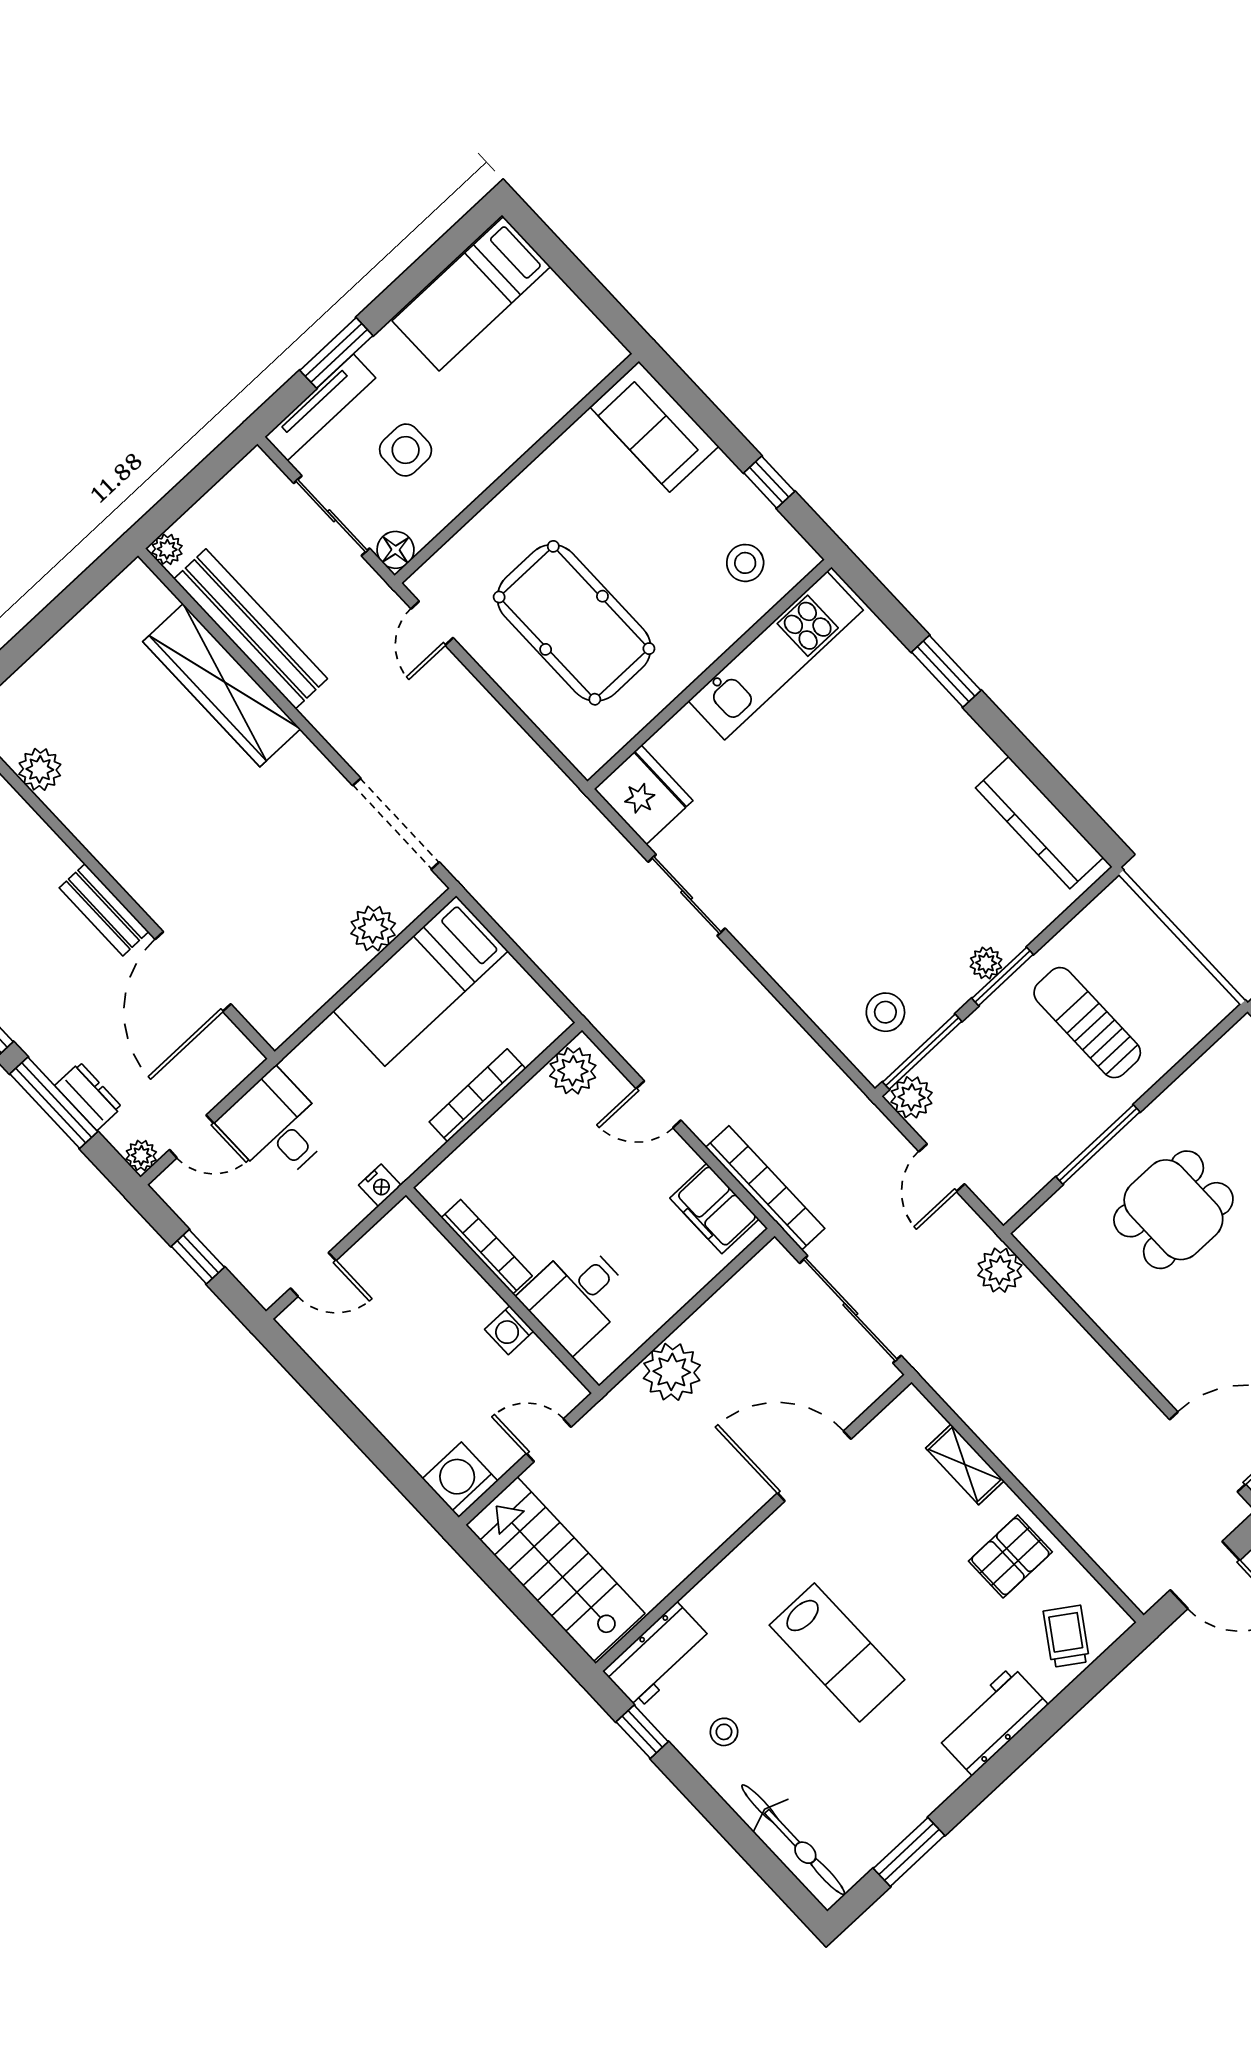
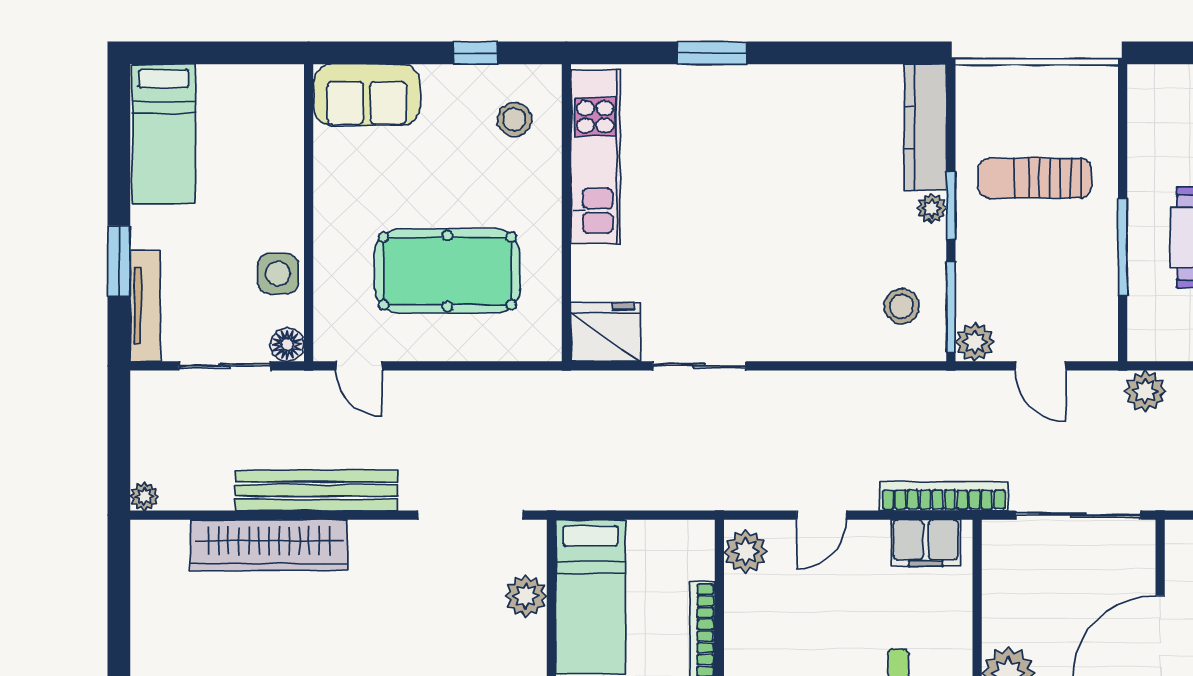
side table: (406, 450) -> (278, 274), moved
bench: (251, 629) -> (317, 490), moved
kitchen counter: (1039, 823) -> (925, 127), moved, turned 90

